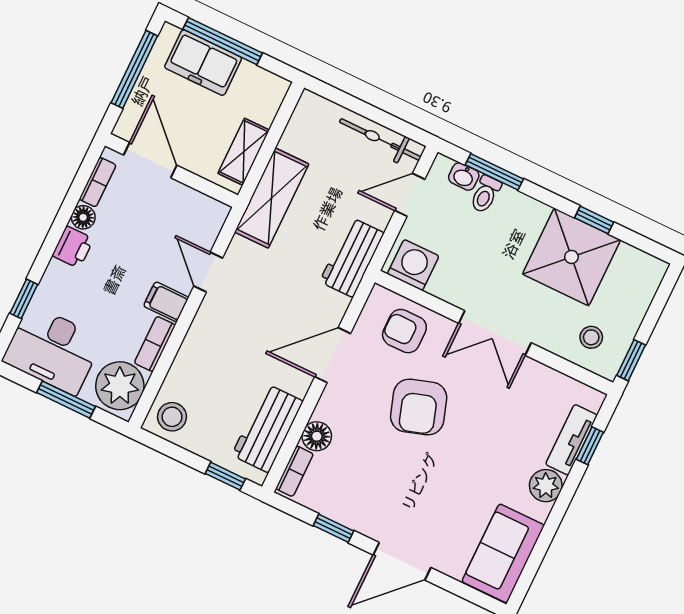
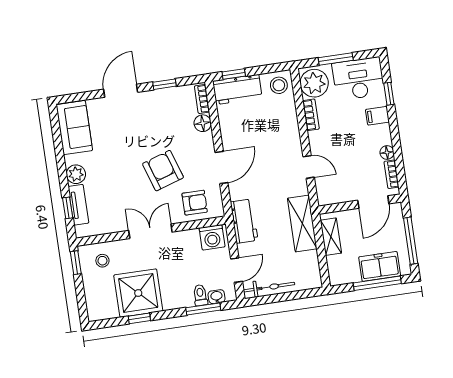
door: (150, 160) -> (373, 202), hinge flipped
printer: (73, 247) -> (382, 135), removed
filing cabinet: (166, 302) -> (377, 116), moved, turned 180
workbench: (267, 428) -> (237, 89), moved, turned 90

